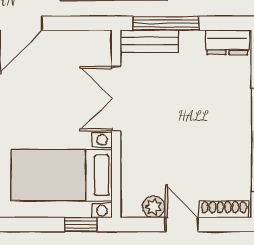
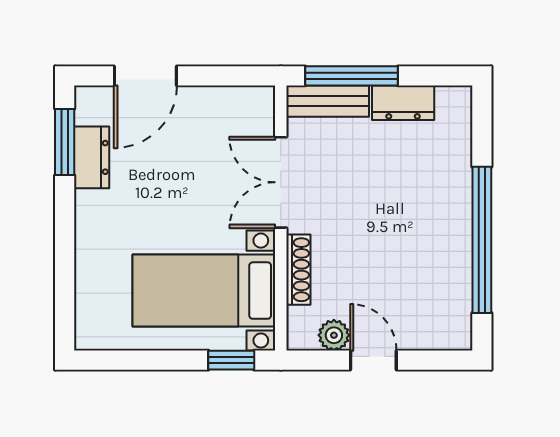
dresser: (227, 42) -> (403, 103), moved
shoe rack: (224, 209) -> (298, 270), moved, turned 90

